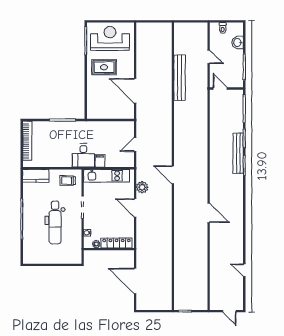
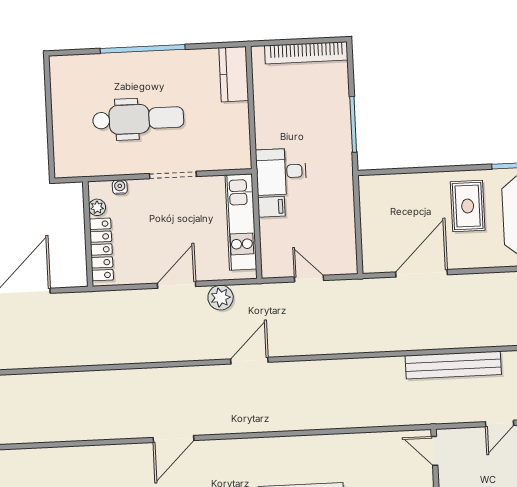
door: (220, 89) -> (435, 451), swing flipped
trolley: (68, 181) -> (227, 141), removed
dental chair: (55, 222) -> (138, 119), turned 180

